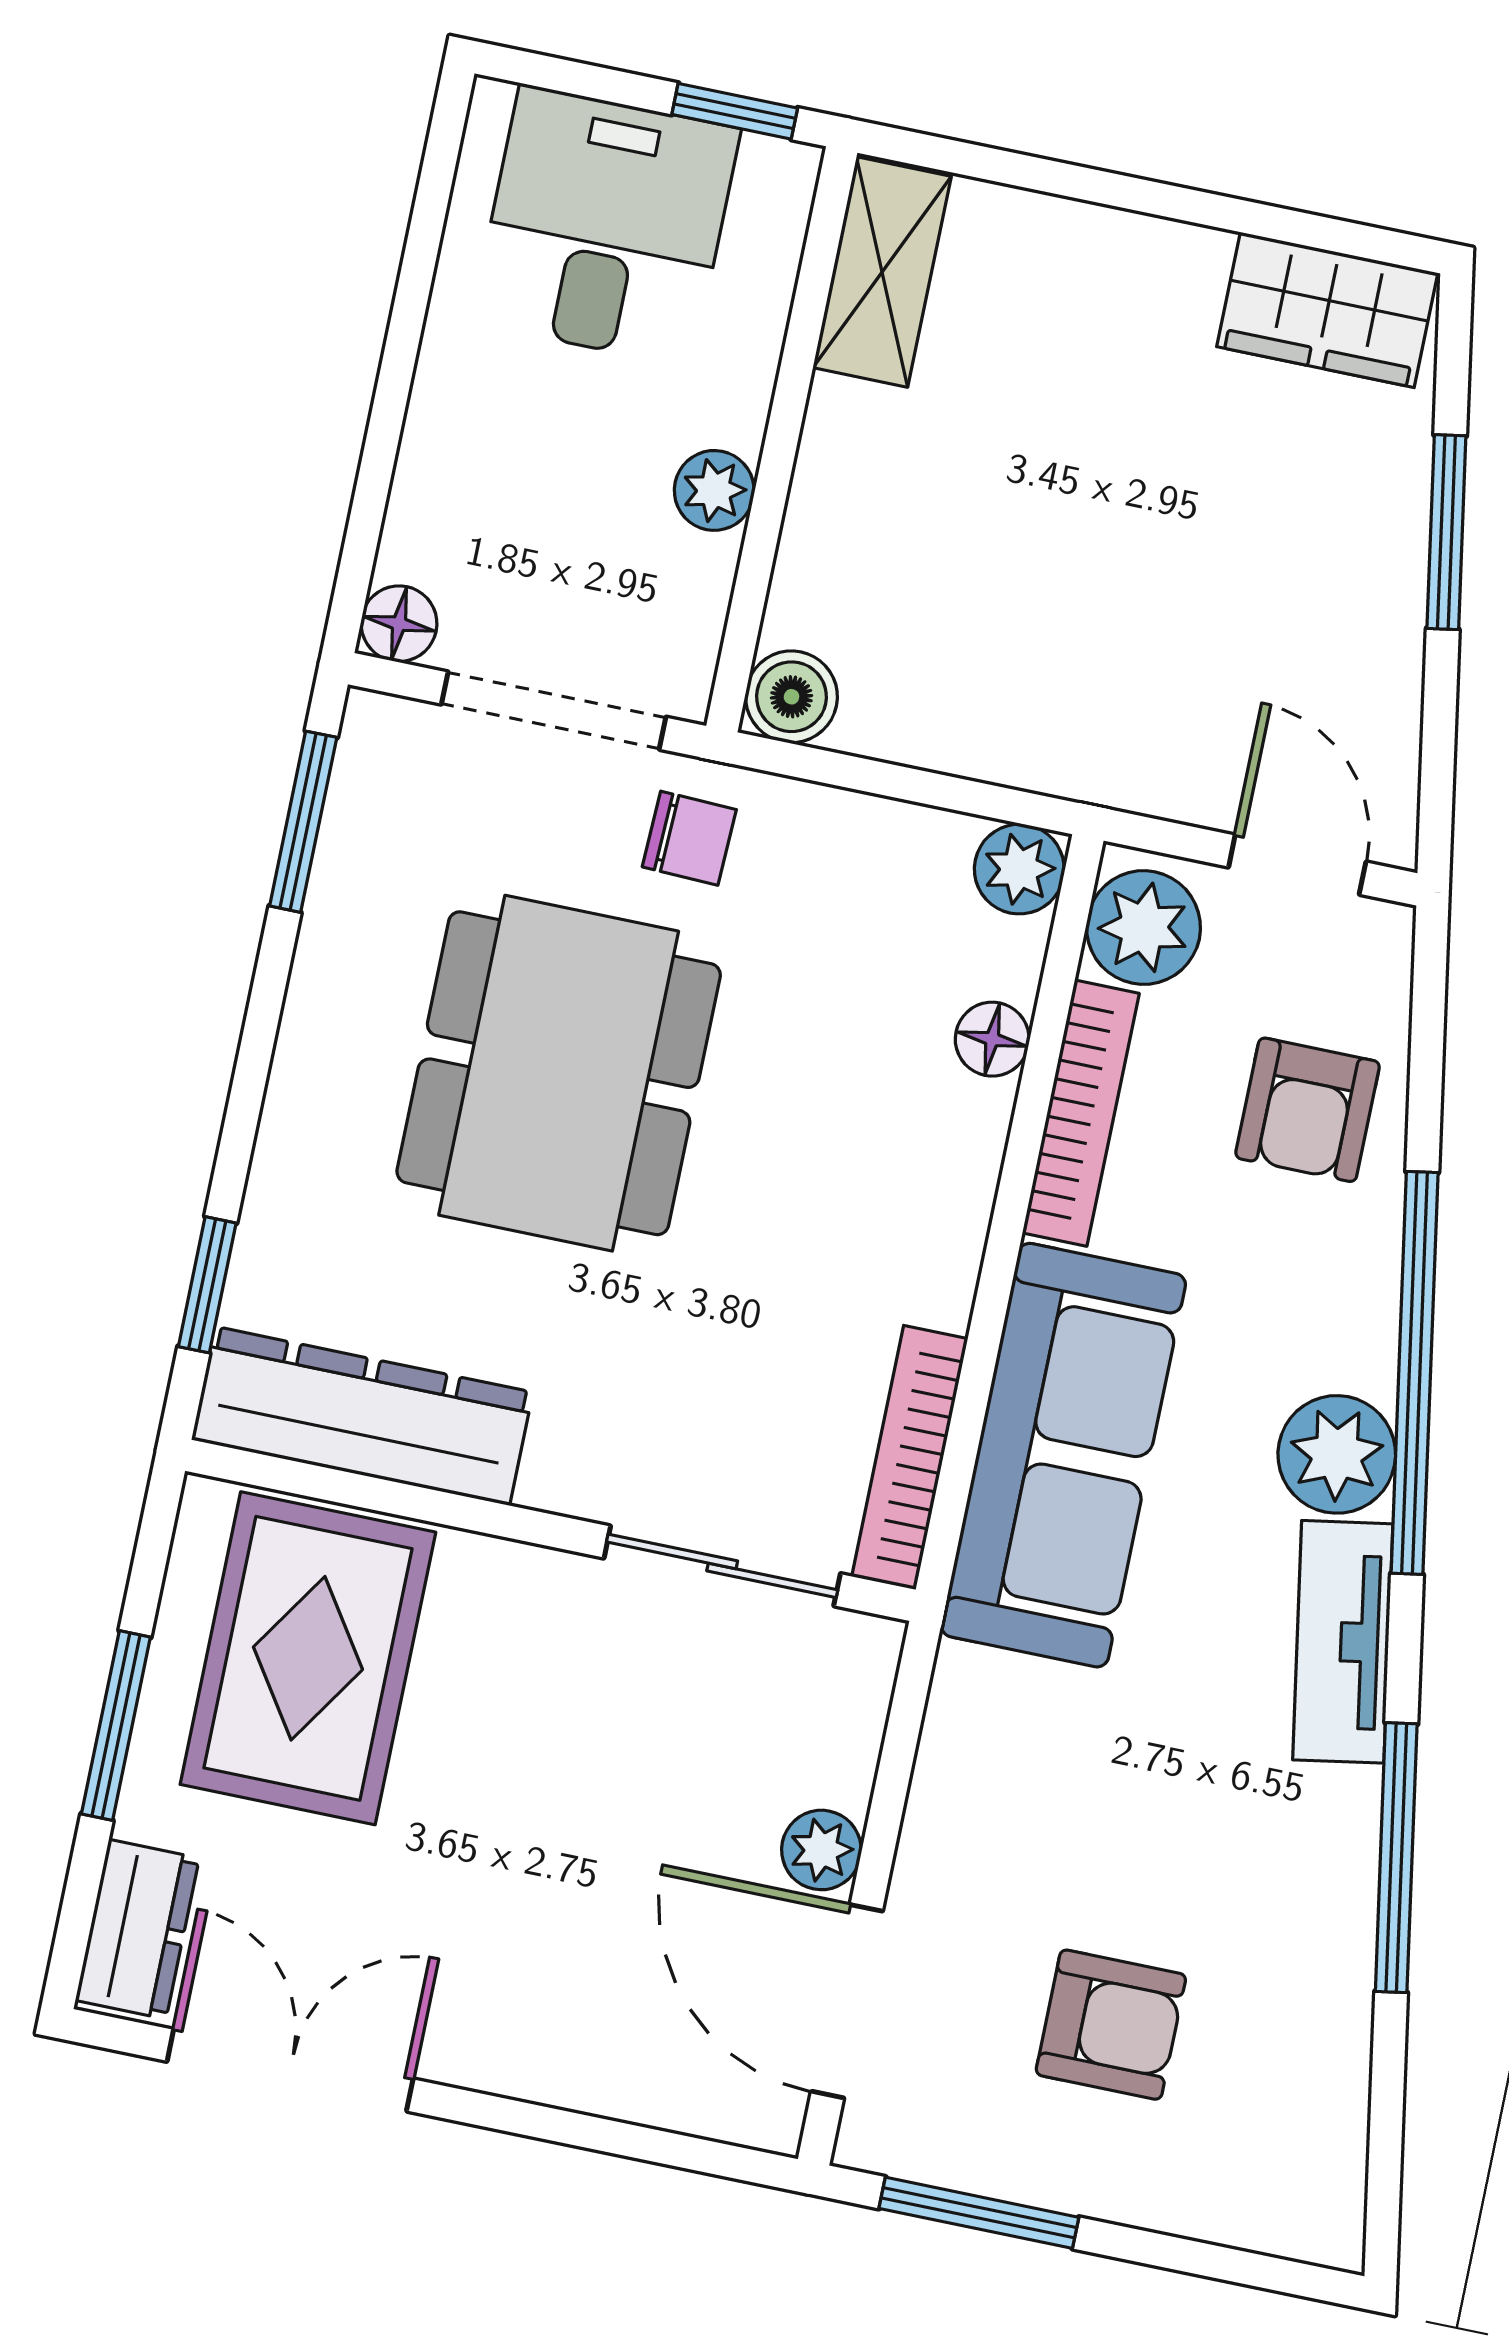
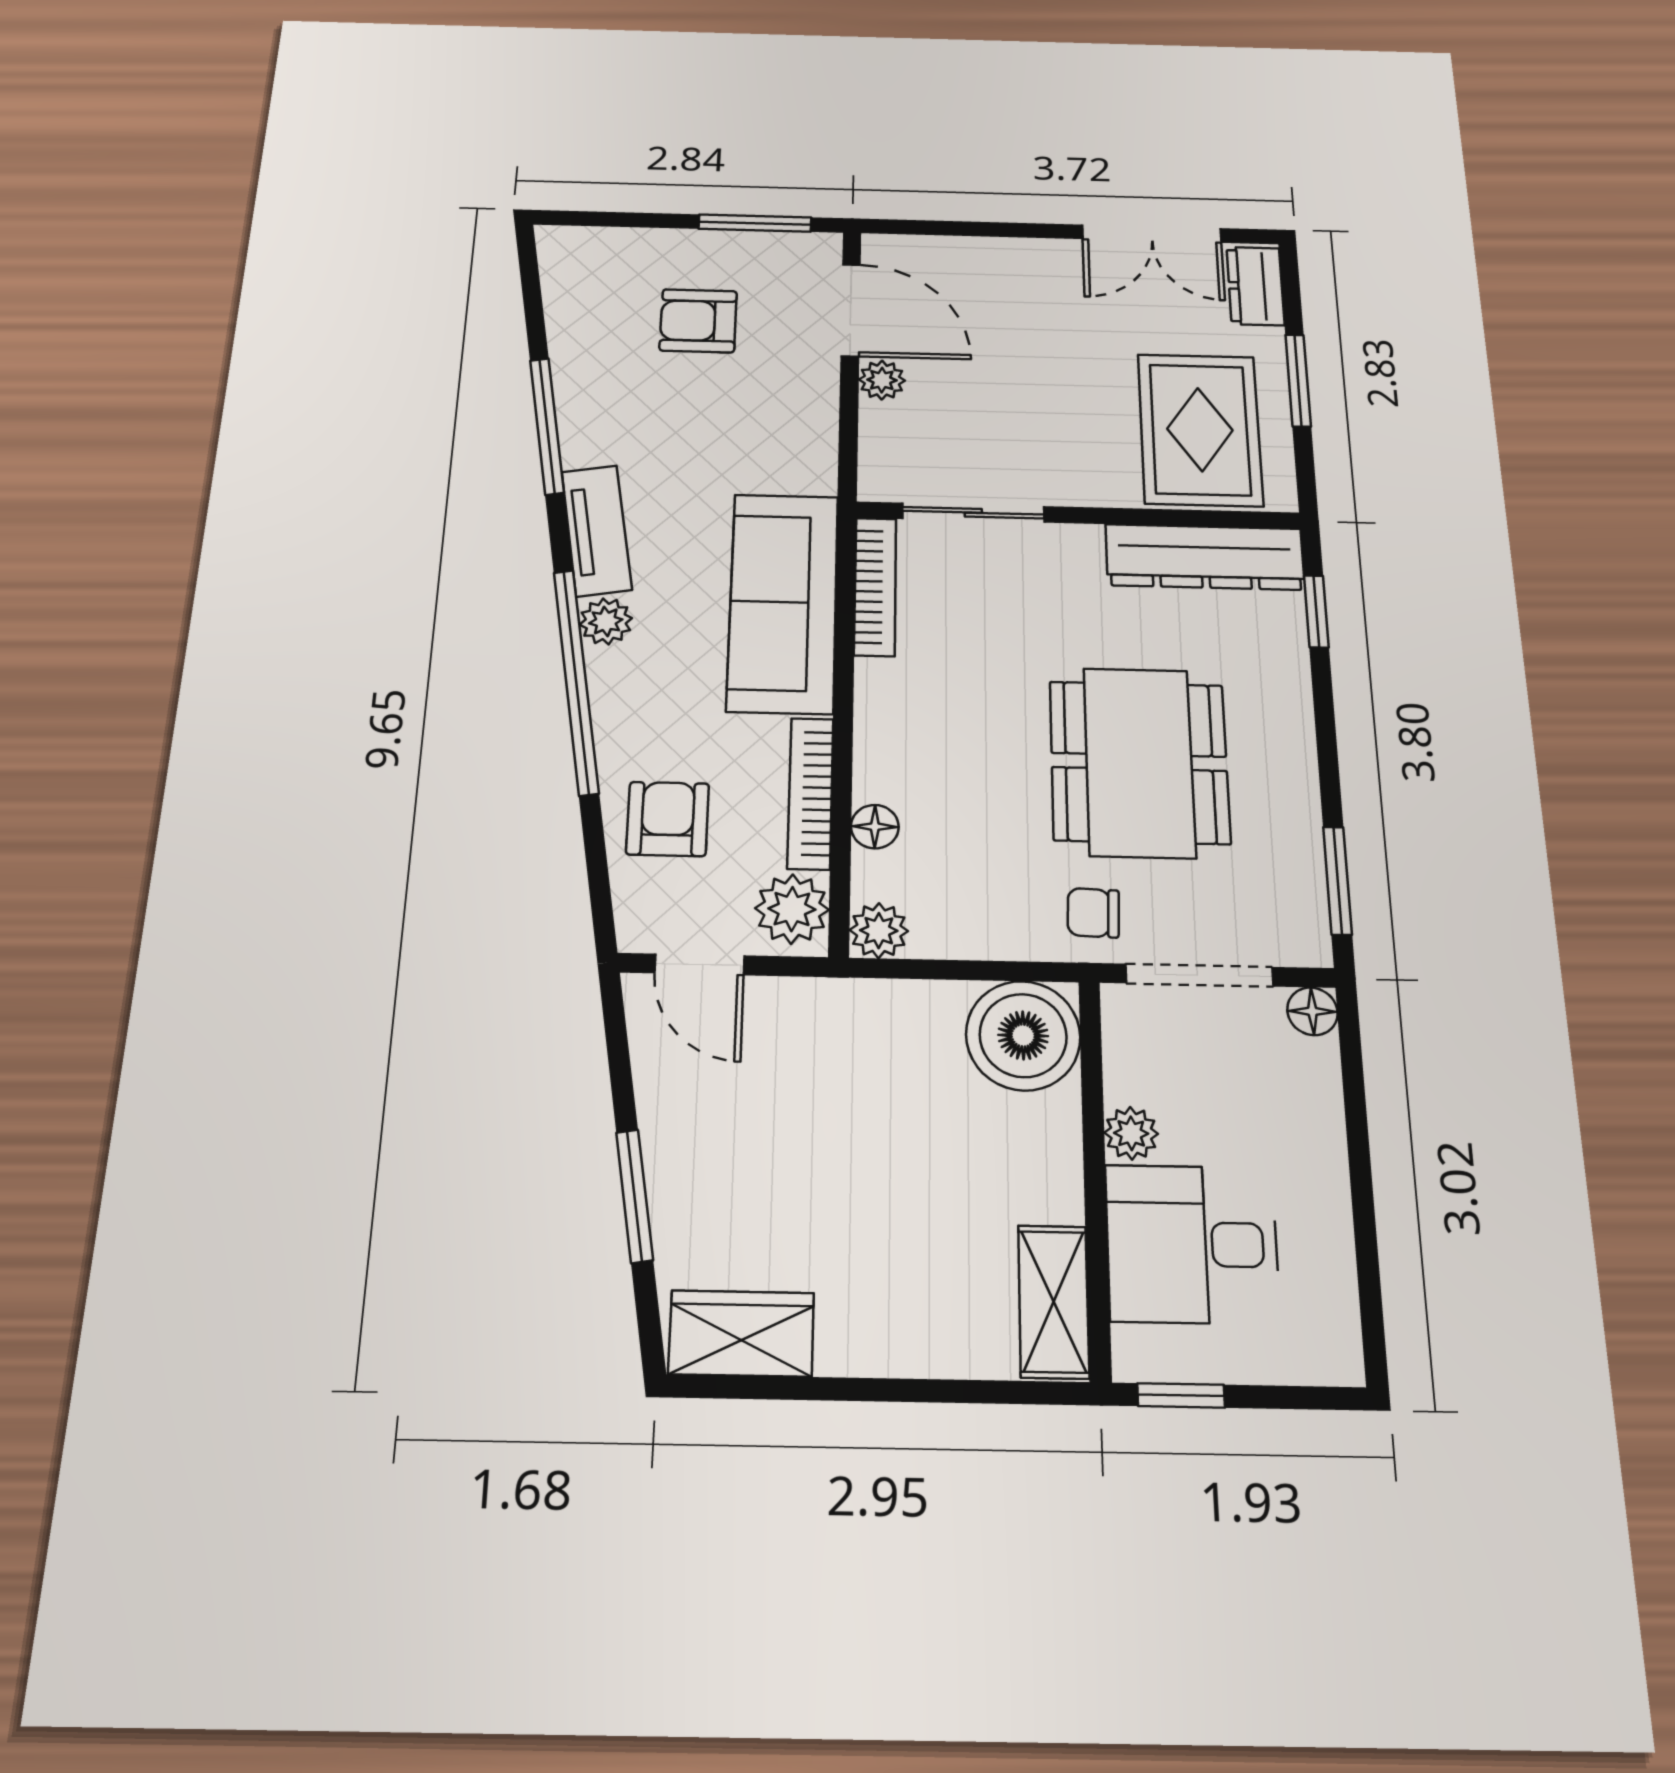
desk: (606, 226) -> (1192, 1244), moved, turned 90
boiler: (792, 697) -> (1023, 1035), width x1.86, depth x1.86
plant: (1337, 1454) -> (606, 621), width x0.73, depth x0.73

